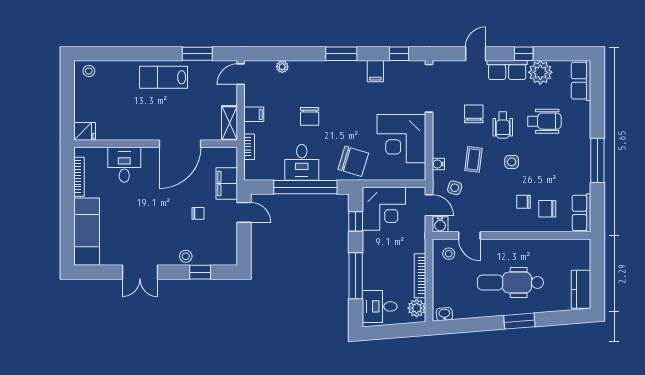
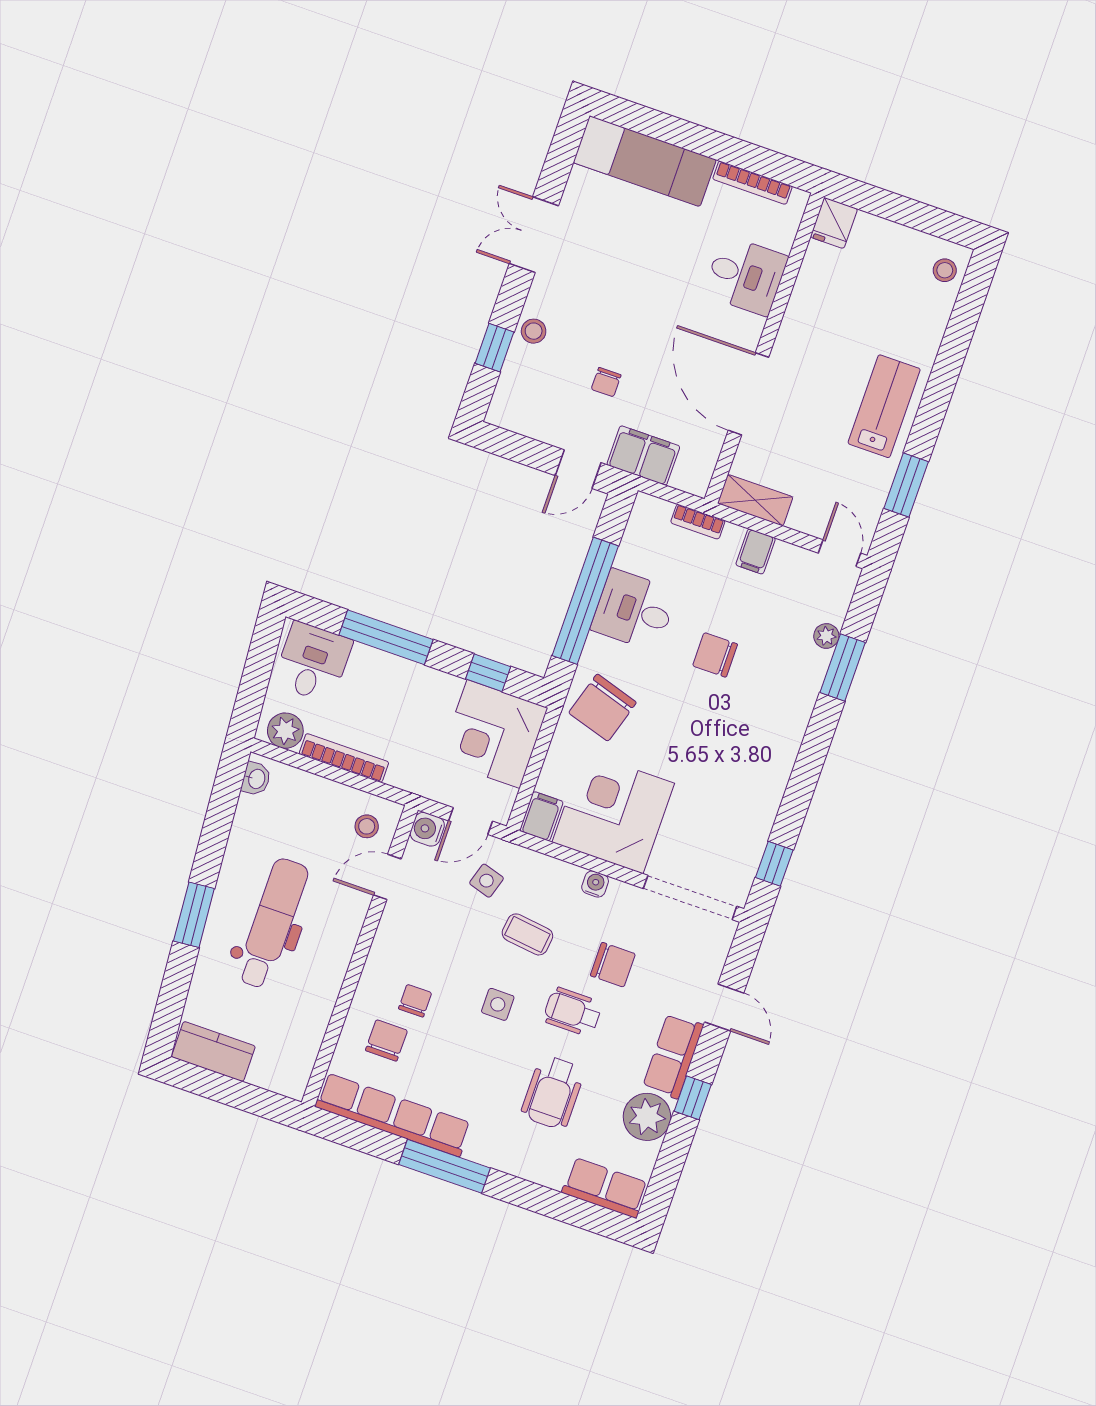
window: (341, 54) -> (843, 668), moved
filing cabinet: (375, 71) -> (541, 816), moved, turned 90
water cooler: (438, 164) -> (595, 884), moved
row of seats: (581, 213) -> (393, 1115), width x2.02

